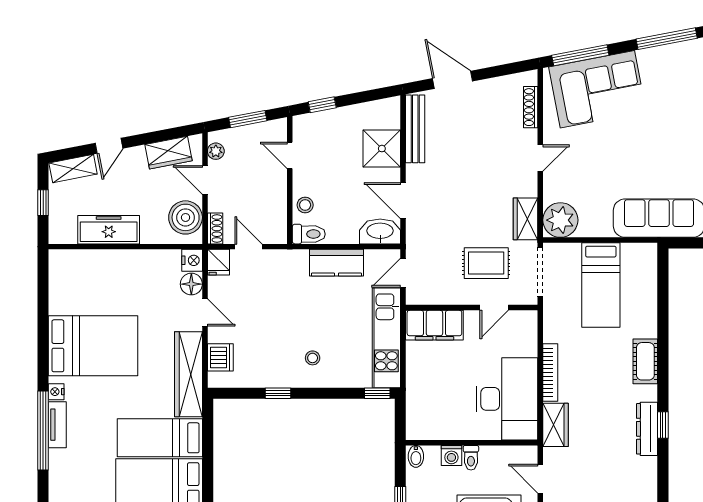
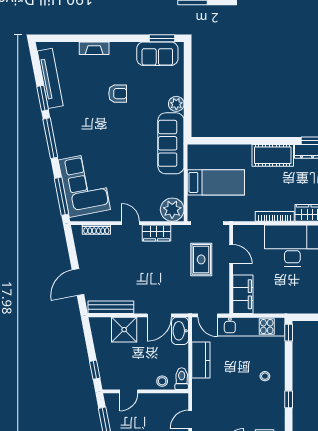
wardrobe: (526, 219) -> (157, 233), moved
cot: (645, 361) -> (273, 155), width x1.37, depth x1.34

